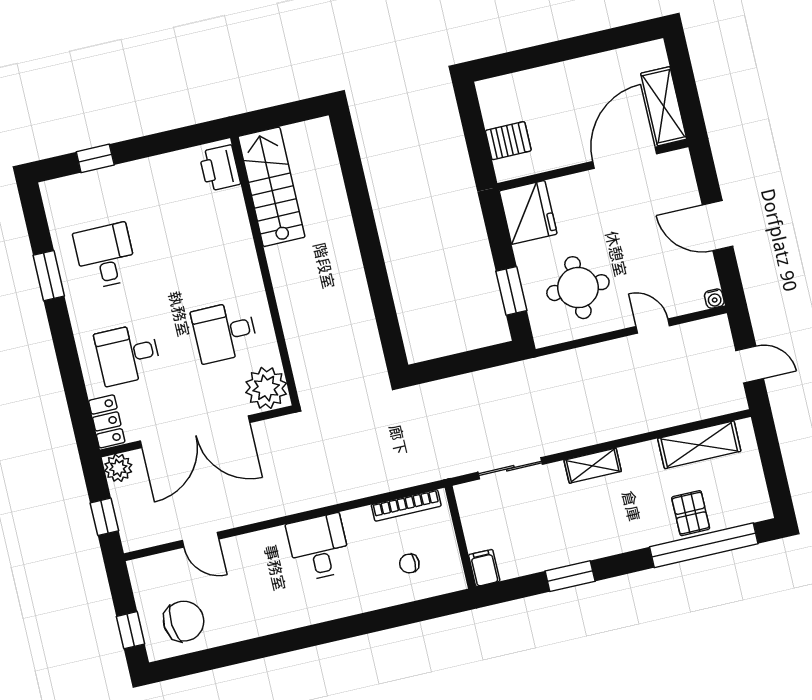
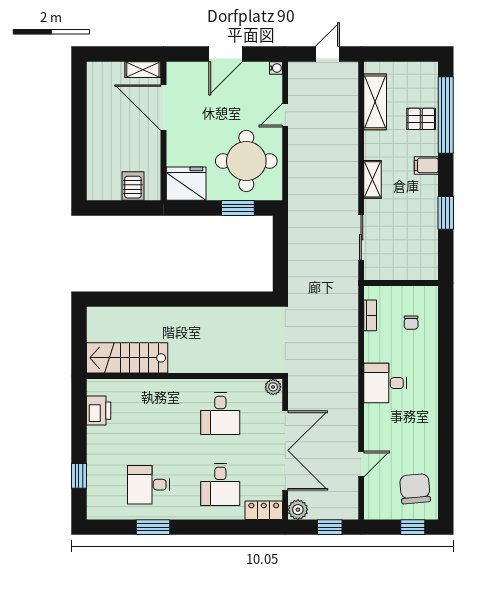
shelving: (664, 106) -> (143, 70), width x0.67, depth x0.75
printer: (220, 168) -> (99, 411), moved, turned -90
round table: (578, 288) -> (246, 161), width x1.36, depth x1.36
plant: (266, 388) -> (273, 387), width x0.53, depth x0.53
bookcase: (406, 505) -> (370, 315), width x0.64
filing cabinet: (484, 568) -> (426, 165), moved

